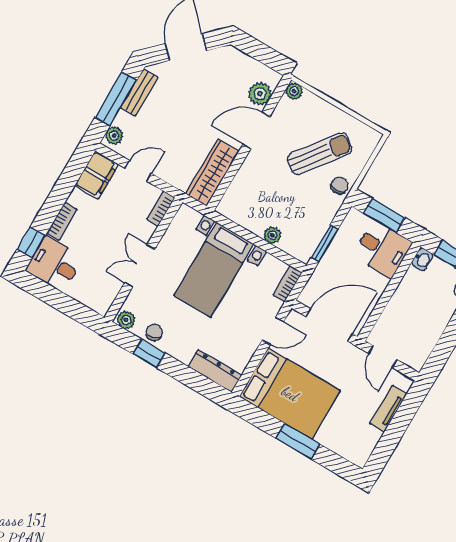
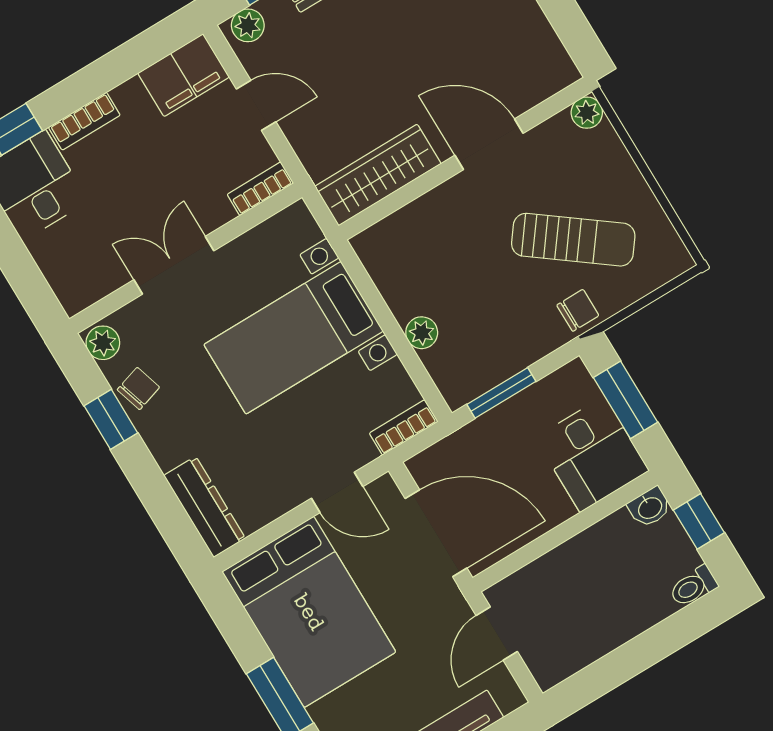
plant: (260, 94) -> (528, 86), removed

